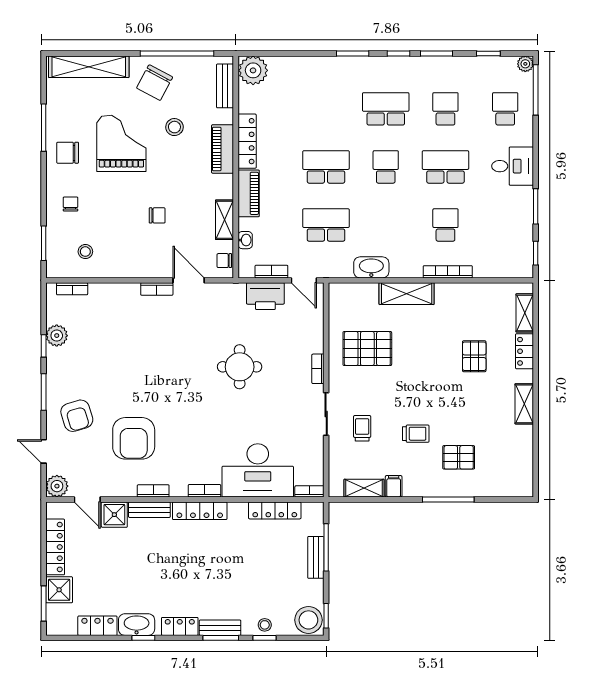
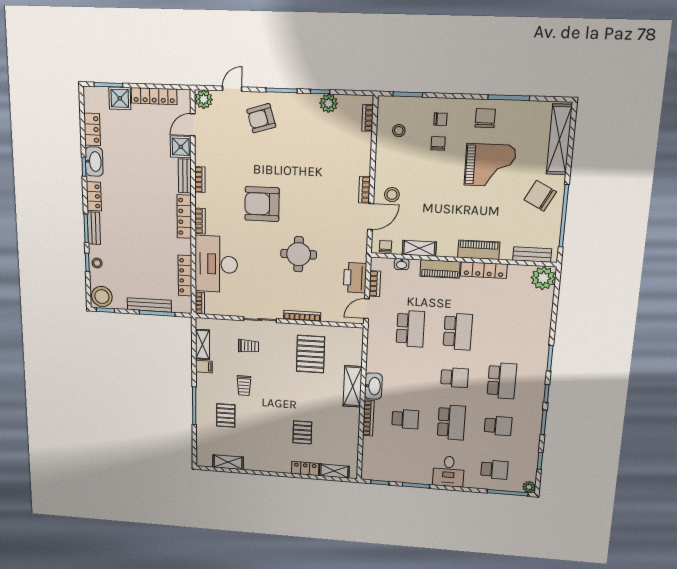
stool: (174, 127) -> (392, 195), moved
chair: (157, 215) -> (438, 143), moved, turned 180
washbasin: (371, 267) -> (373, 386), moved
pallet: (474, 356) -> (302, 432), turned 90
bookcase: (318, 369) -> (302, 316), width x1.56
shelving: (524, 404) -> (228, 462), moved
armchair: (134, 438) -> (262, 204), moved
bench: (316, 557) -> (149, 305), width x1.36

